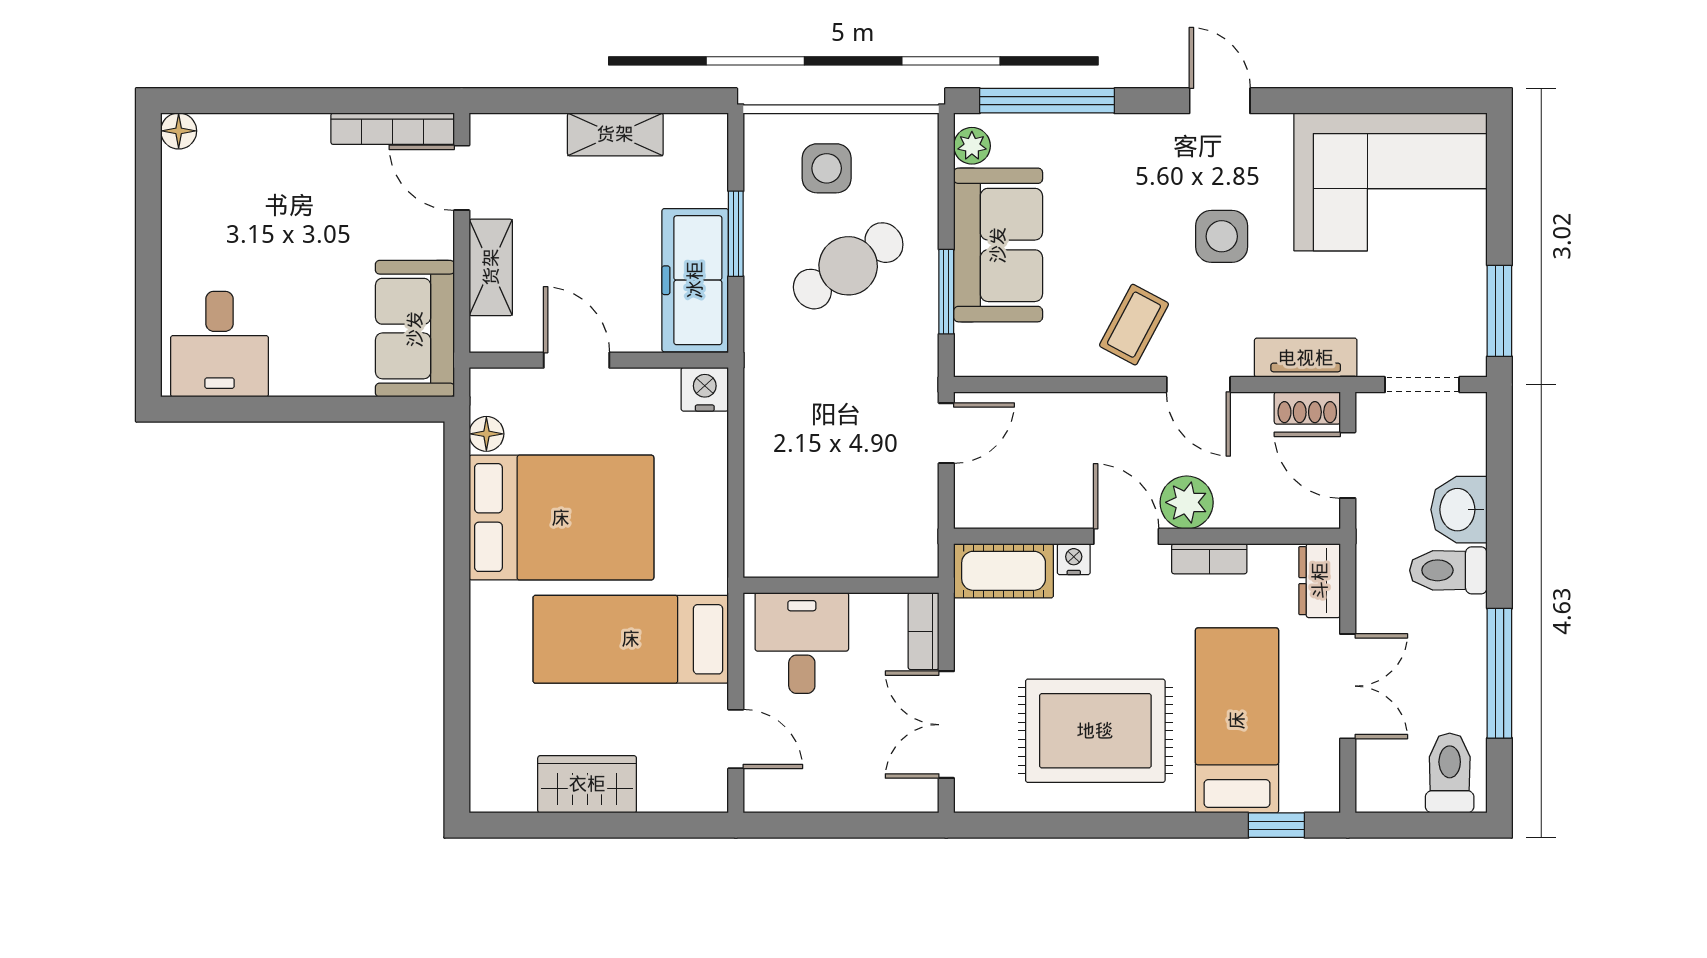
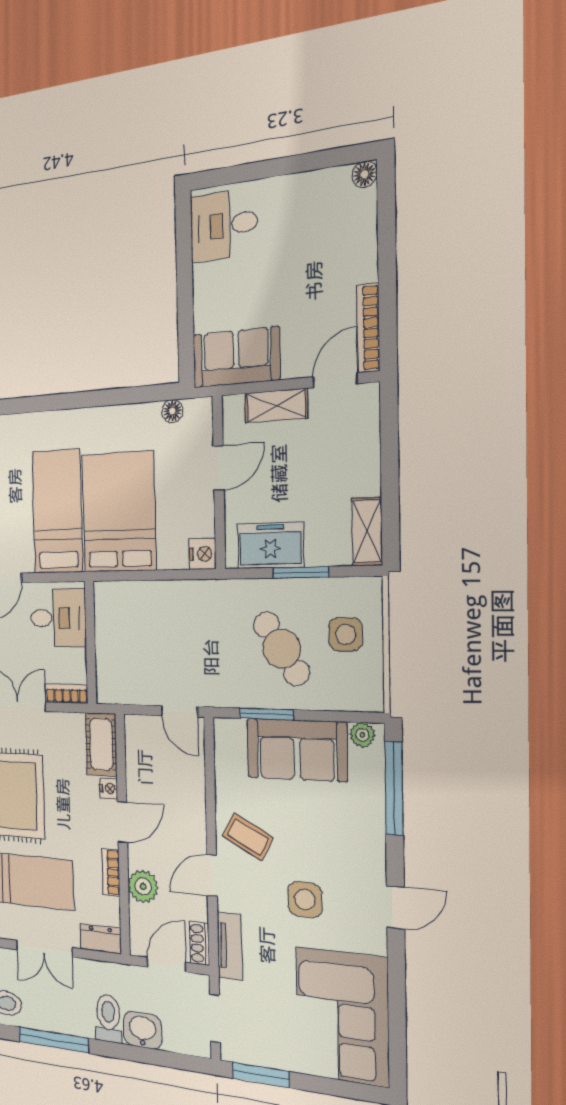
shelving: (615, 134) -> (367, 531), moved
freezer: (695, 280) -> (270, 545), width x0.71
plant: (1187, 502) -> (143, 886), moved
bed: (561, 518) -> (119, 512), moved, turned 180

